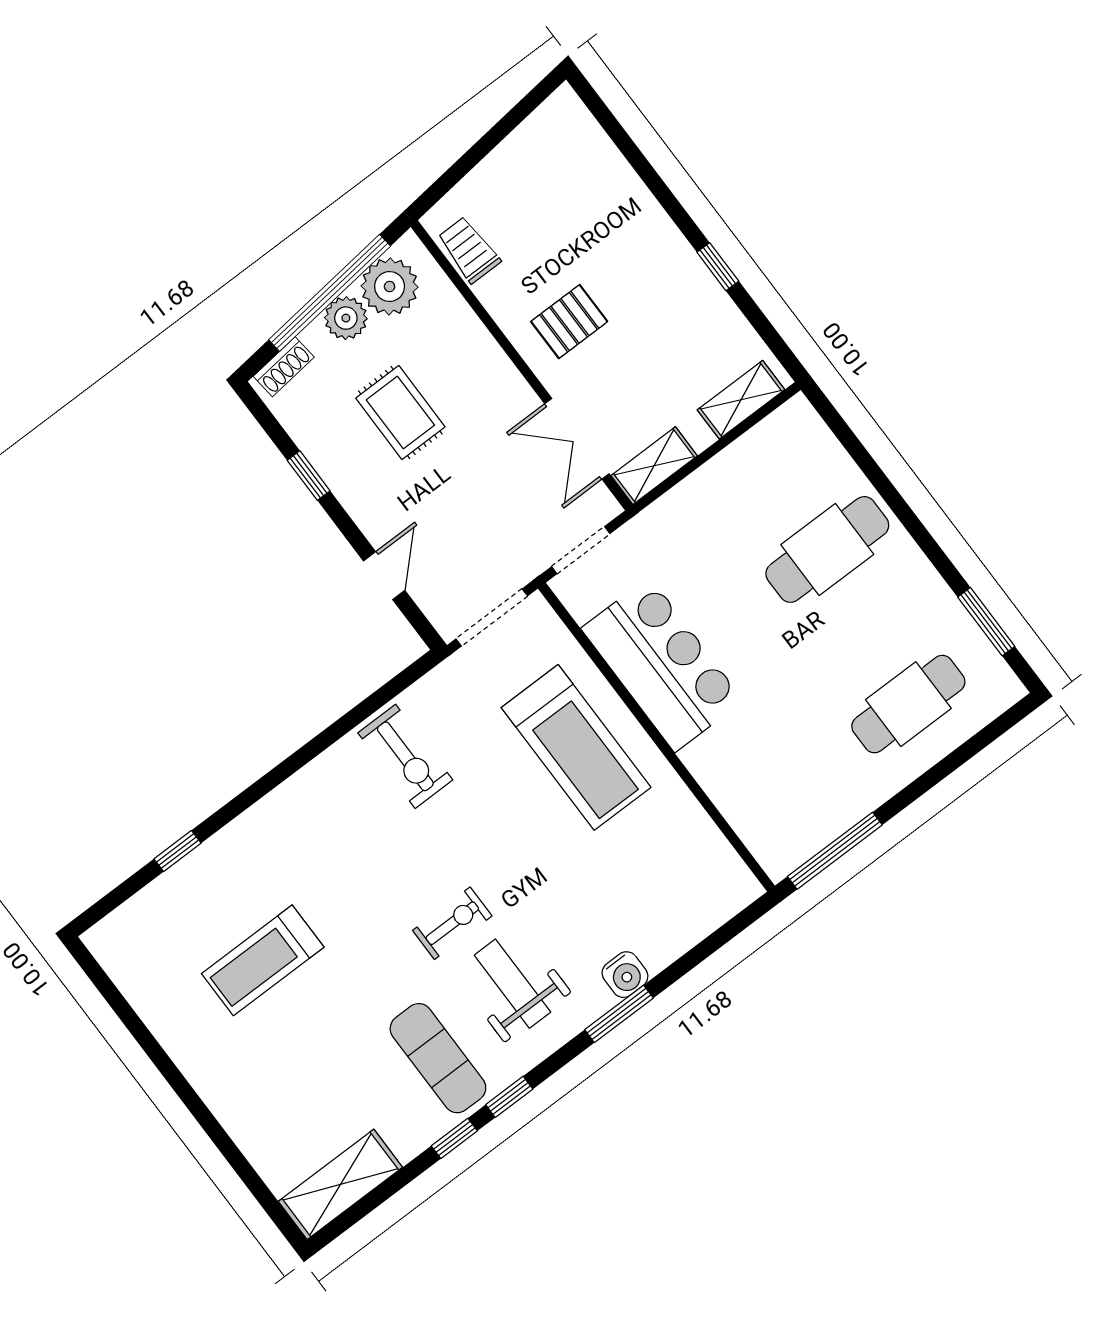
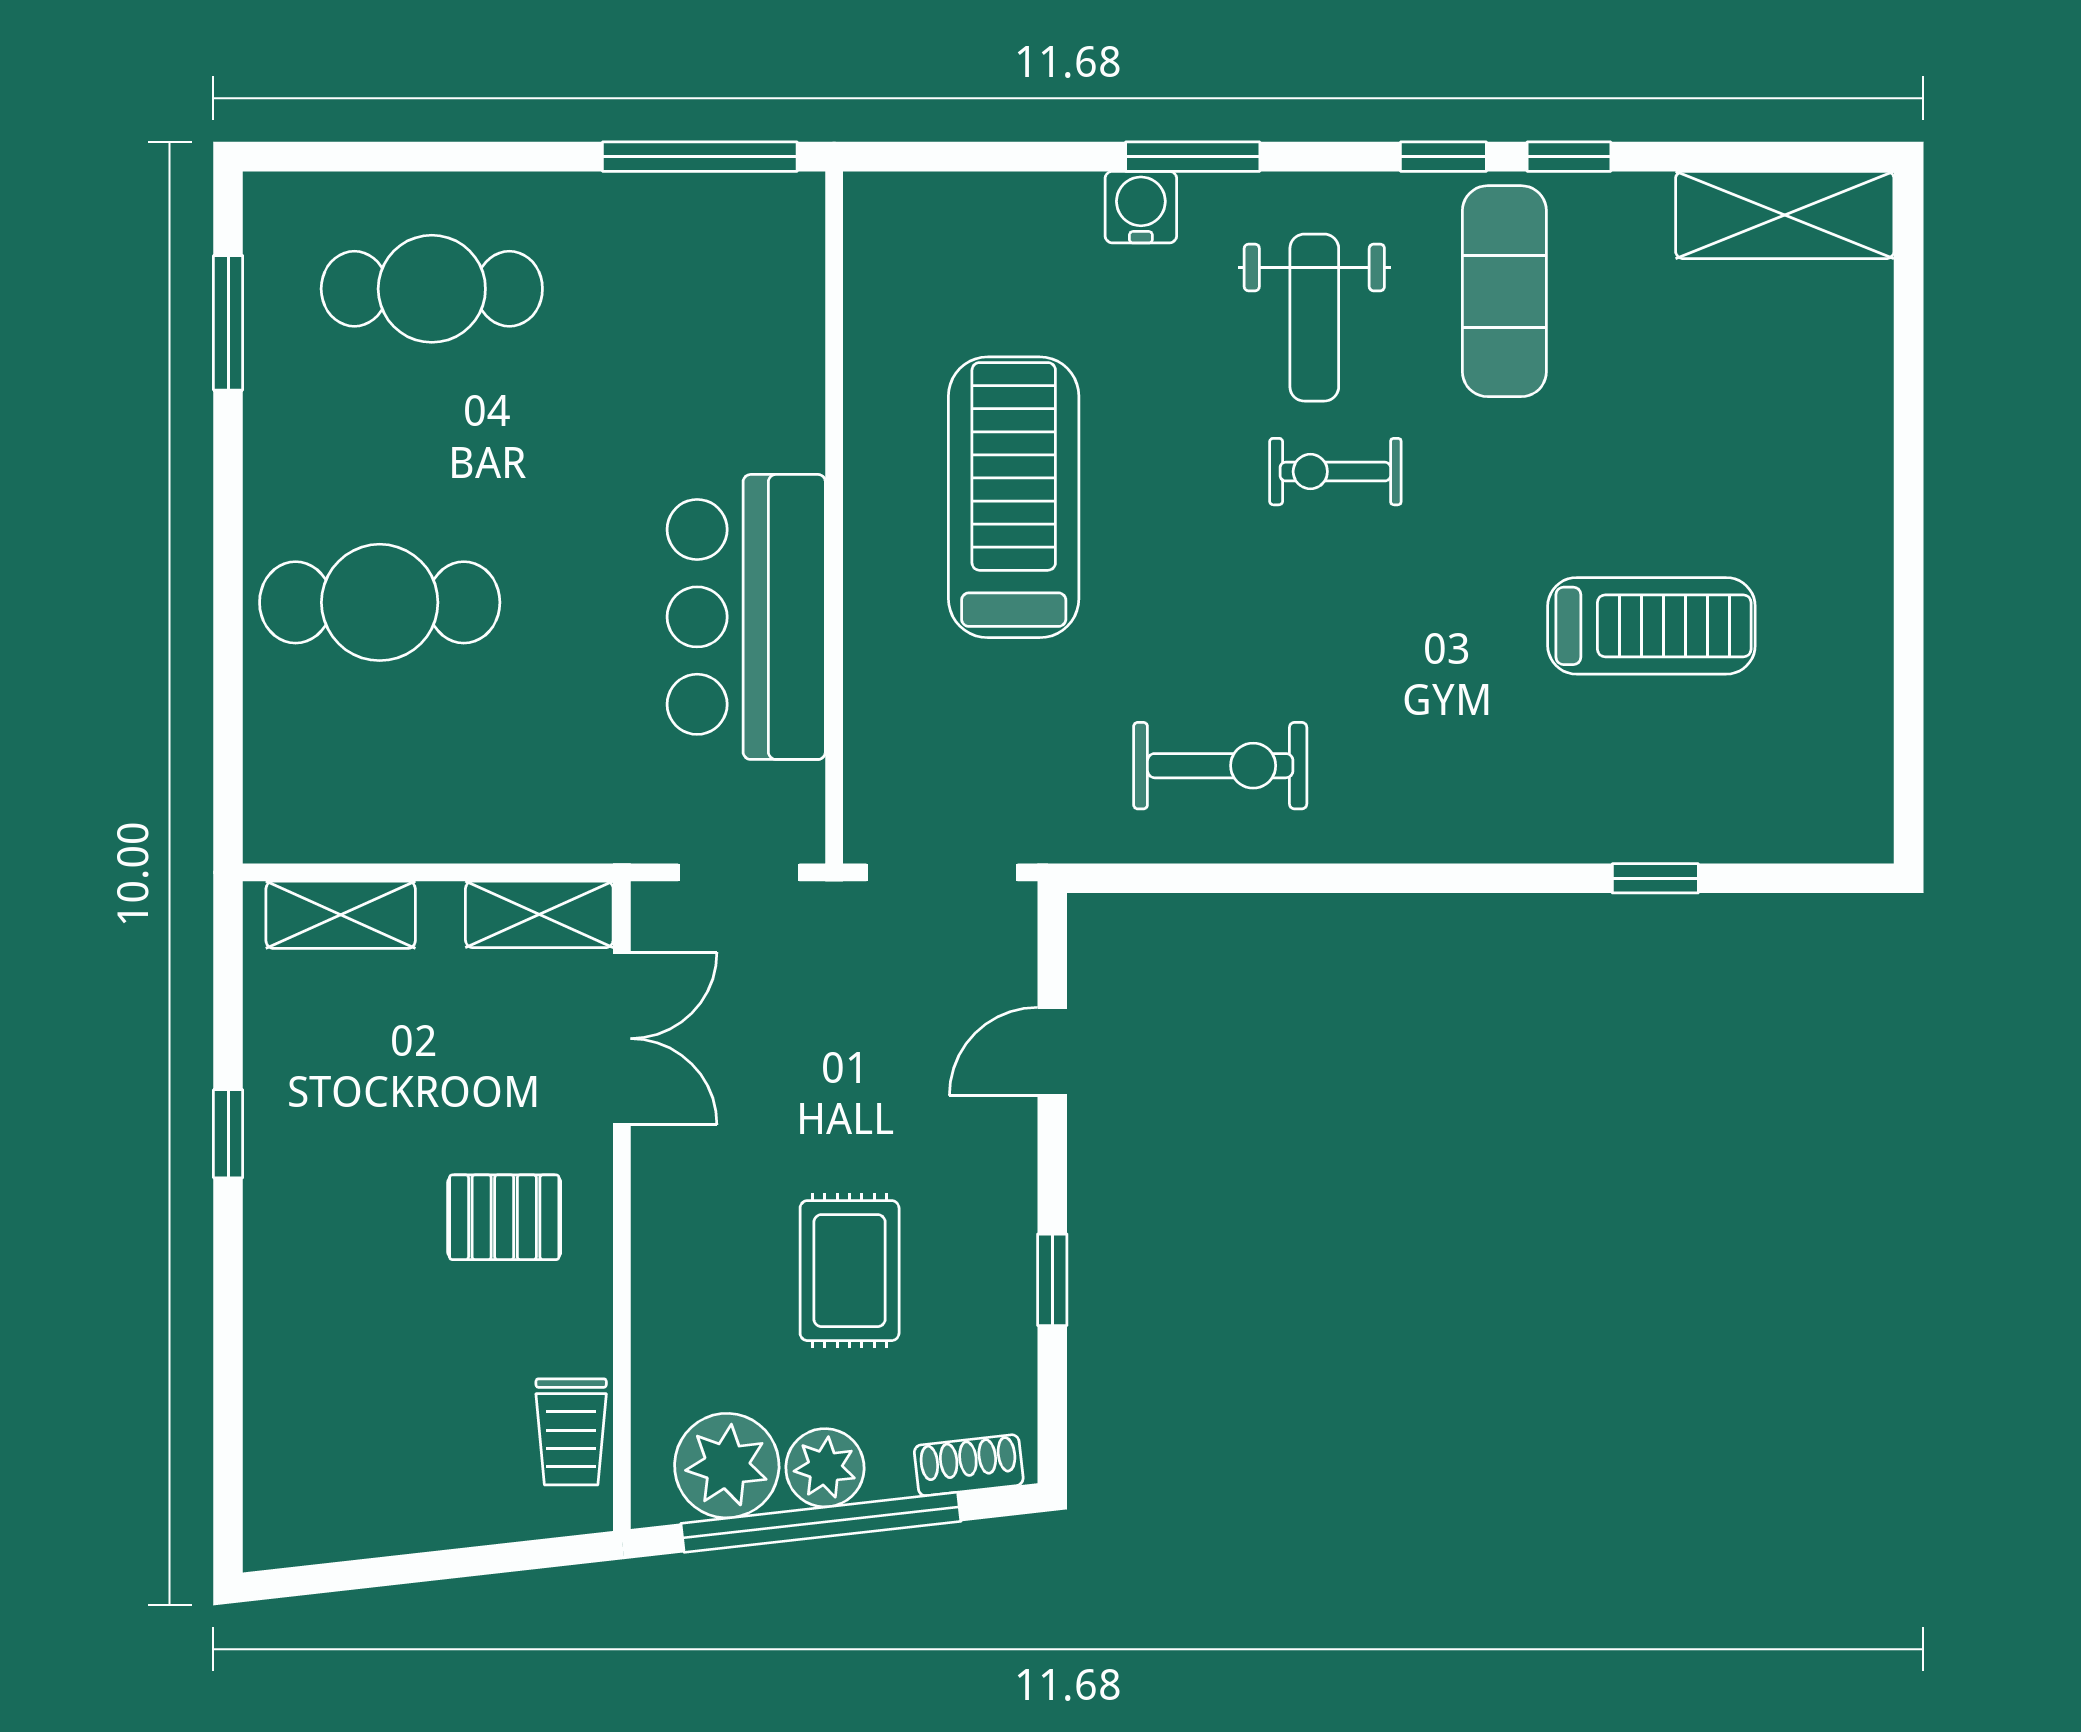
treadmill: (576, 747) -> (1014, 497), moved
exercise bike: (405, 756) -> (1220, 766), turned 90

